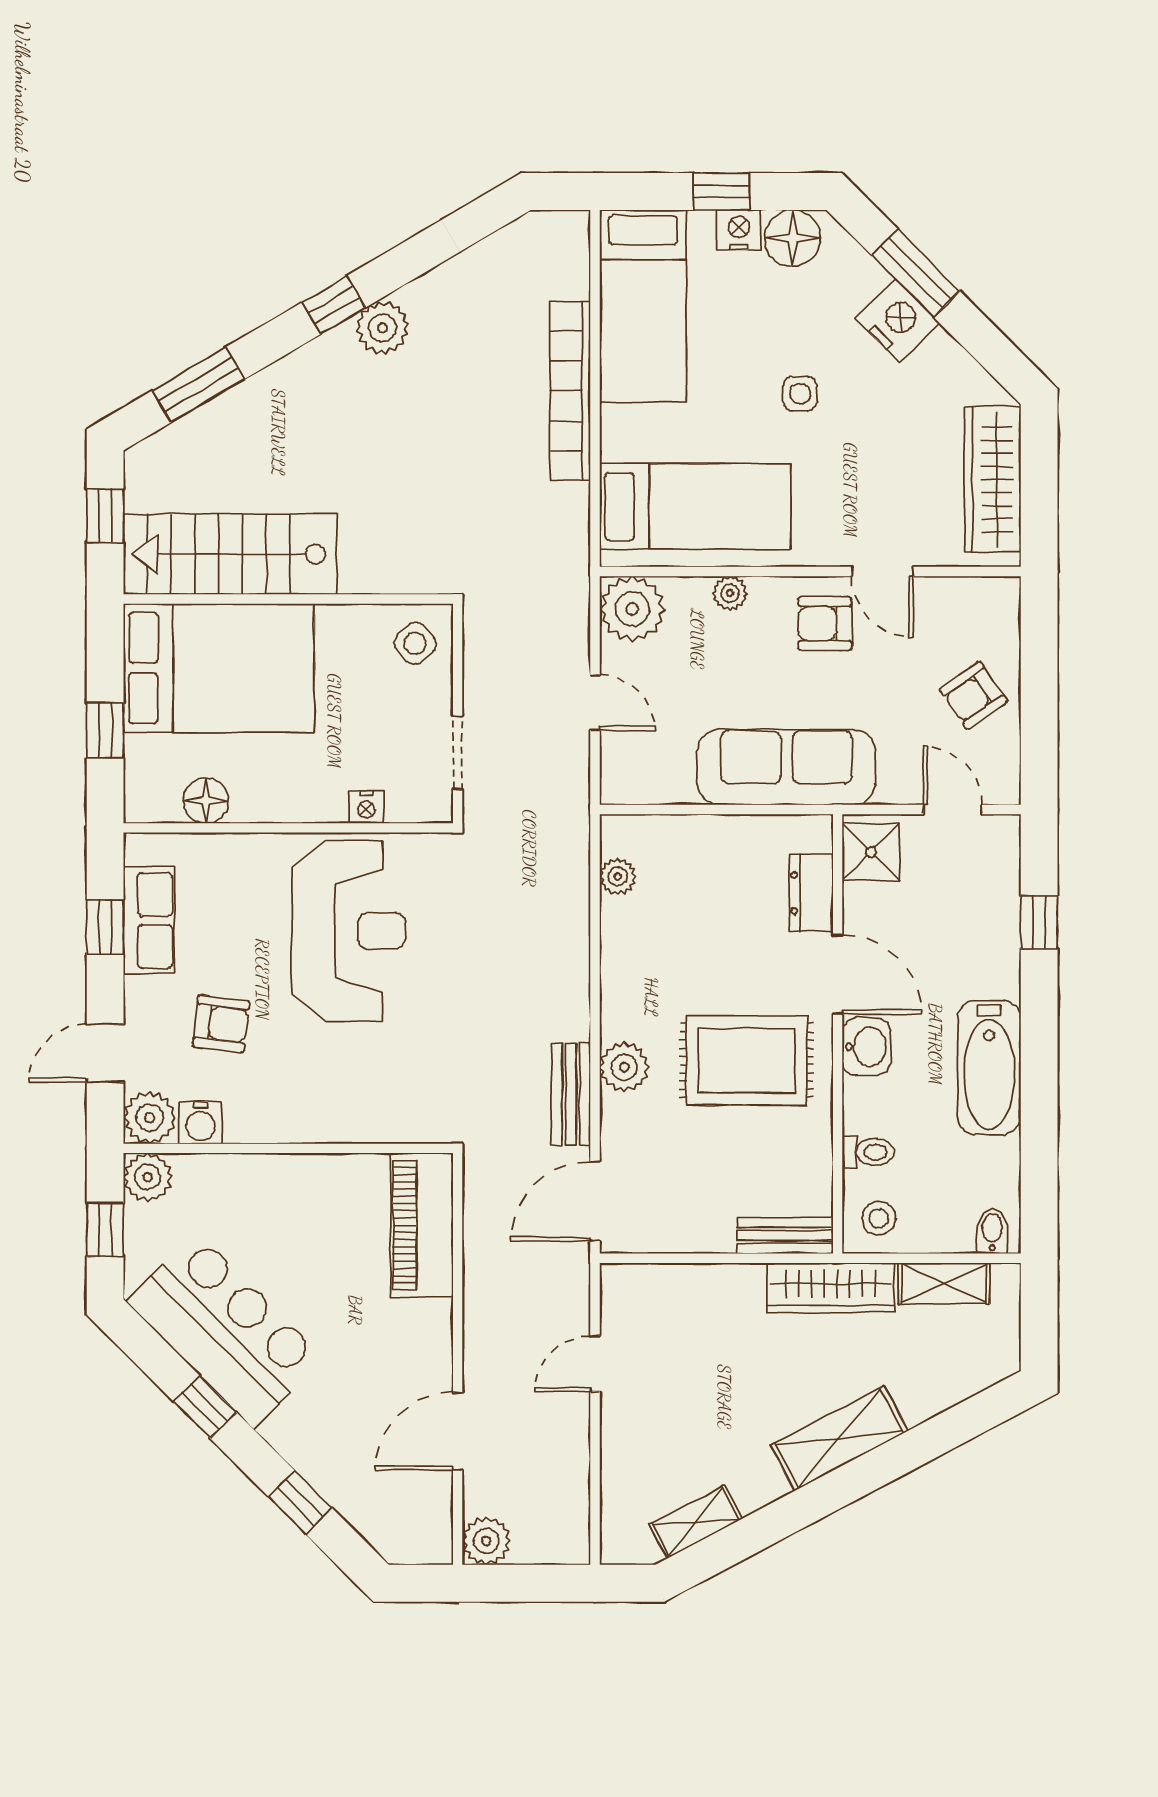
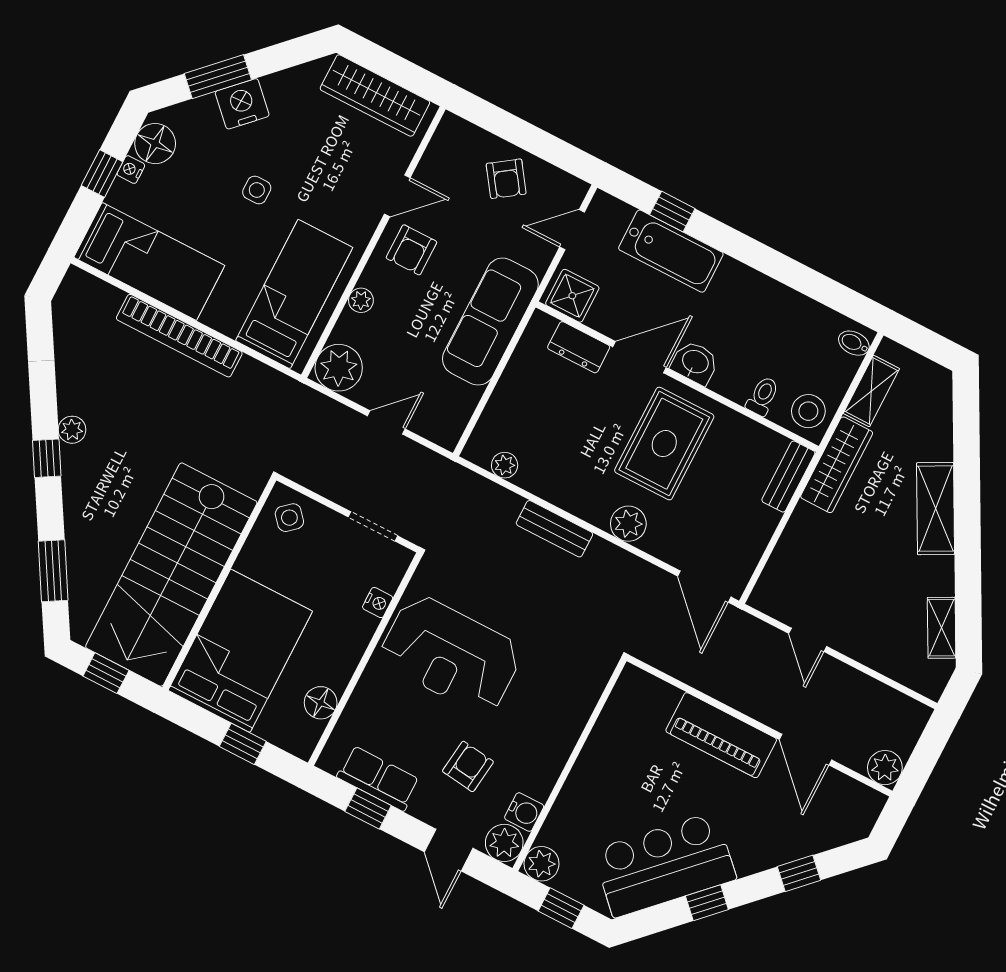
nightstand: (739, 230) -> (131, 170), width x0.72, depth x0.74
plant: (383, 328) -> (72, 430), width x0.73, depth x0.73
stairs: (230, 554) -> (171, 575), width x1.36, depth x1.51
reception desk: (349, 931) -> (451, 655), turned 180
bathtub: (989, 1068) -> (671, 251), moved
bench: (571, 1094) -> (554, 529), moved
stool: (879, 1218) -> (808, 411), width x1.37, depth x1.37
piano: (422, 1225) -> (721, 735), moved

